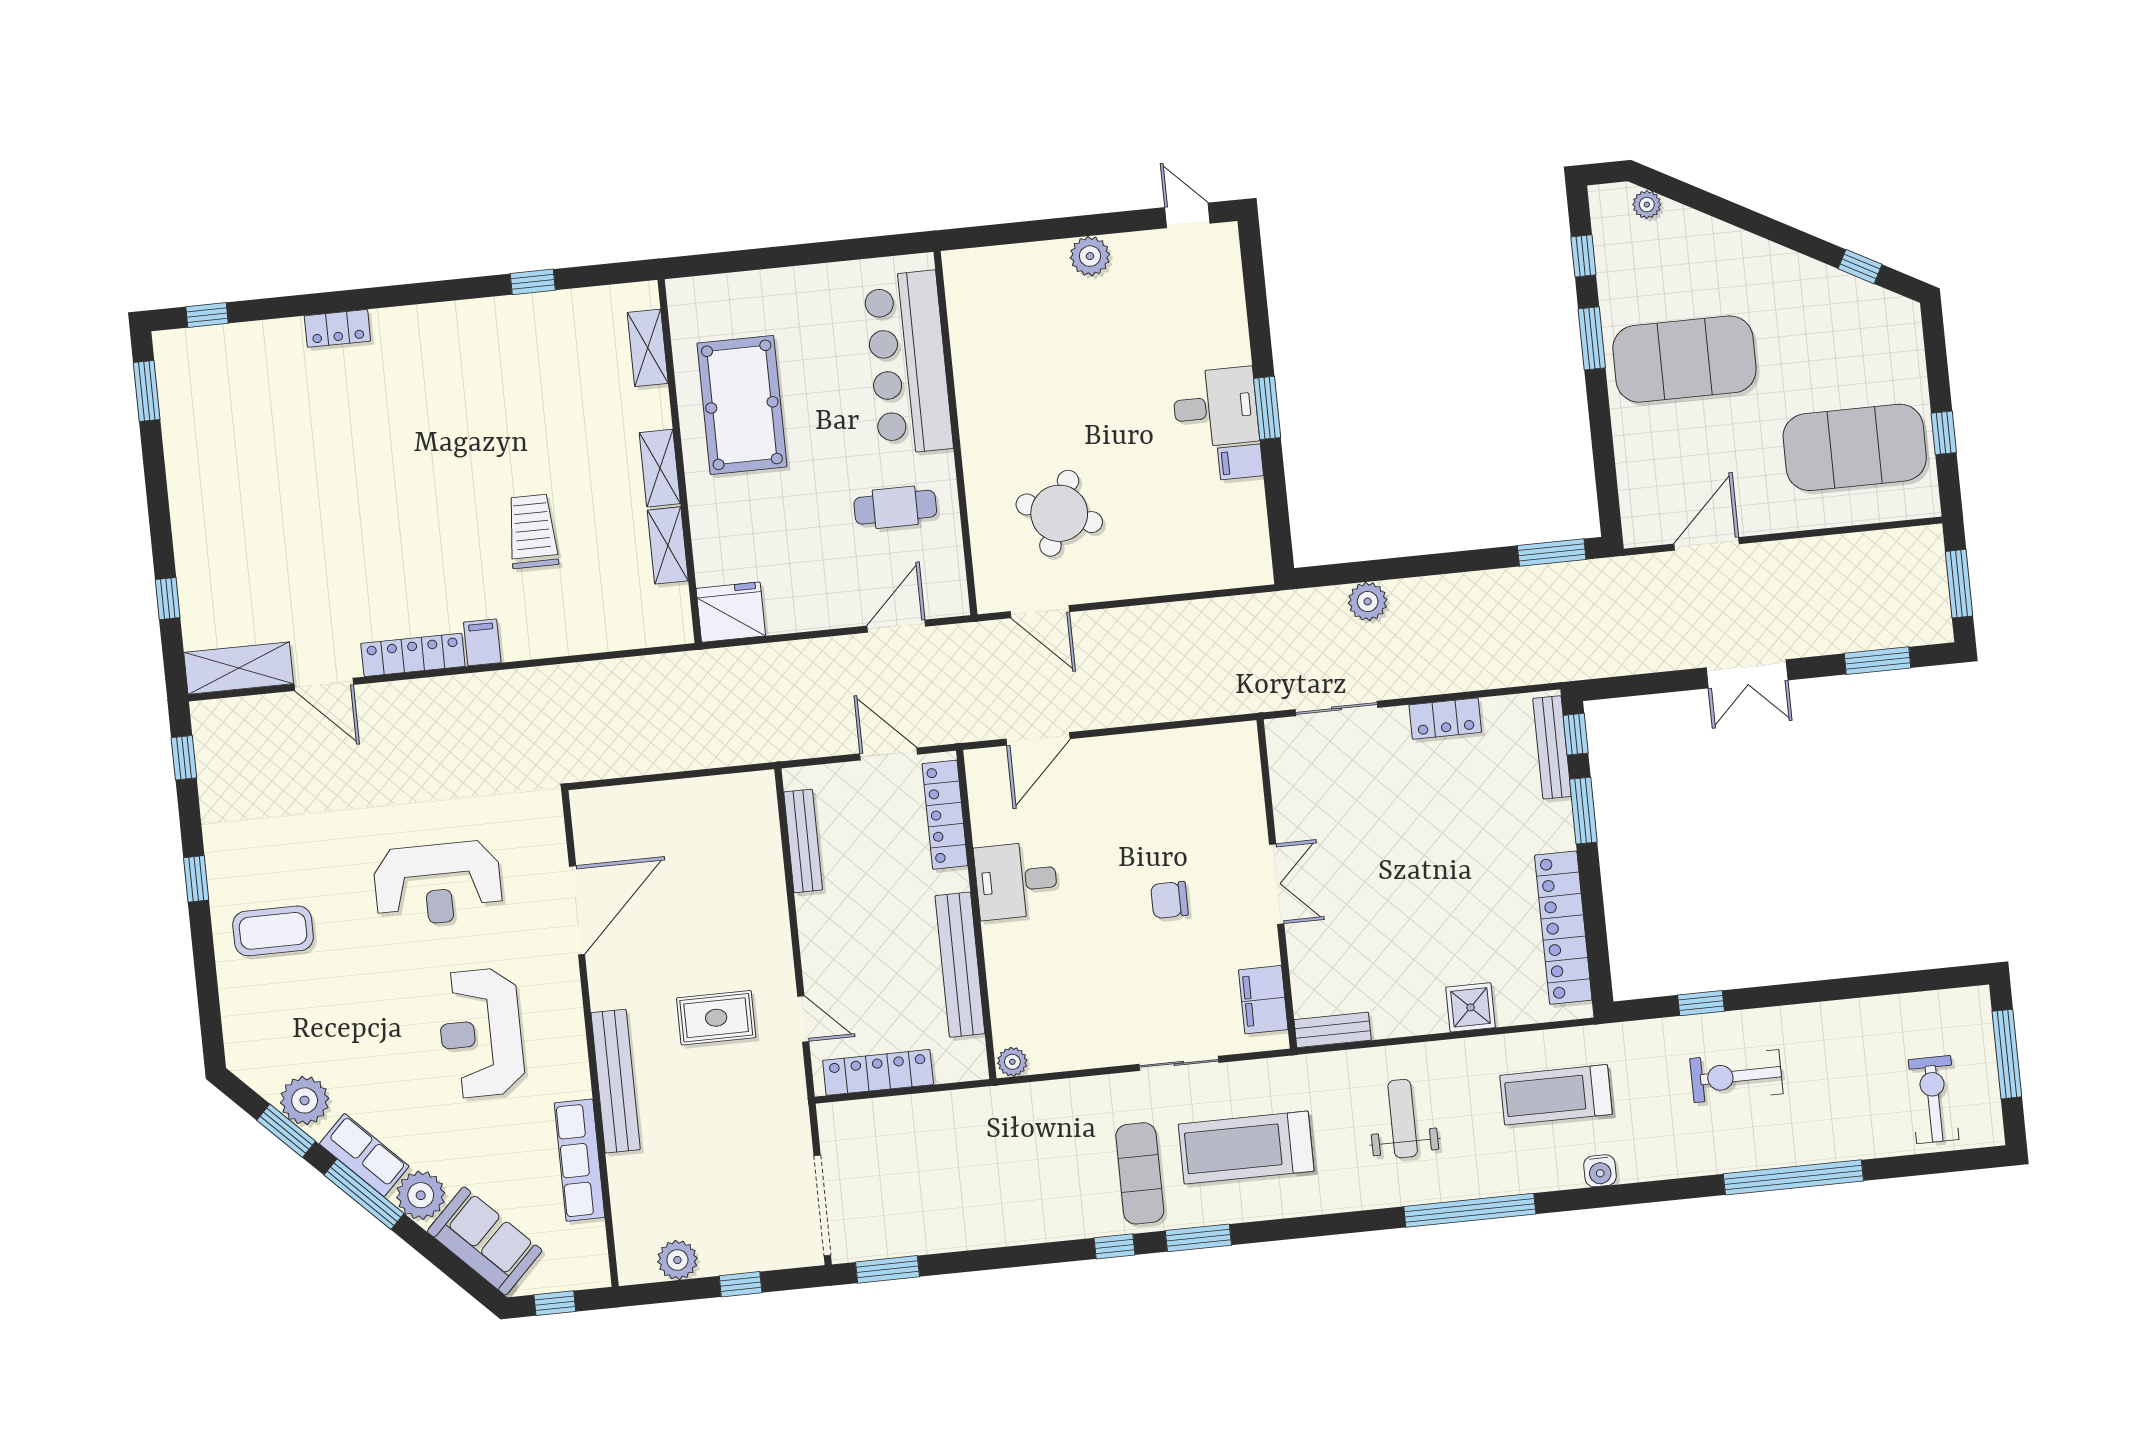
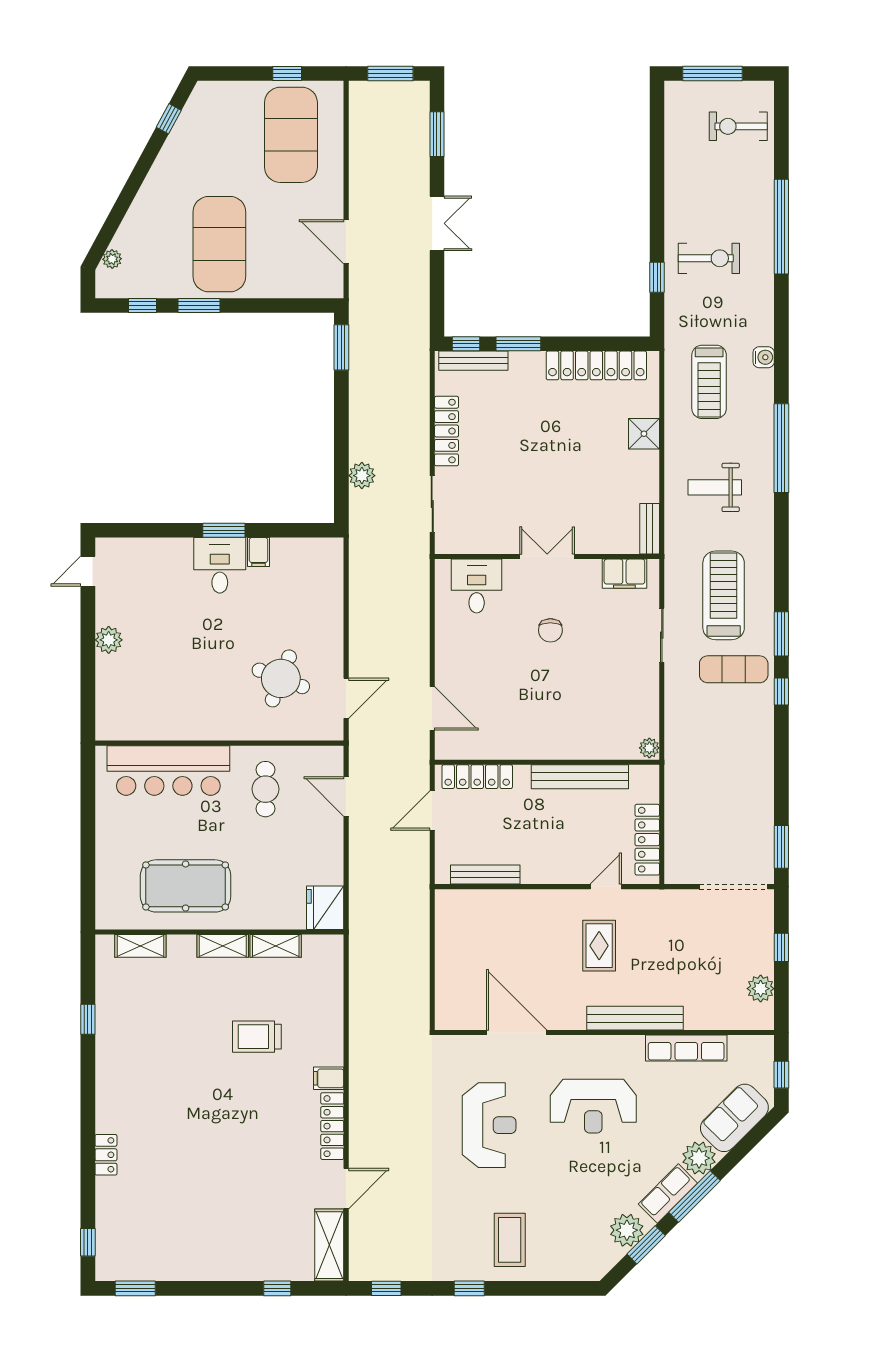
locker: (1445, 719) -> (447, 431), width x1.53
desk: (1016, 881) -> (477, 586), moved, turned 180
exercise bike: (1736, 1076) -> (709, 258), turned -90
treadmill: (1246, 1148) -> (724, 595), turned 180

